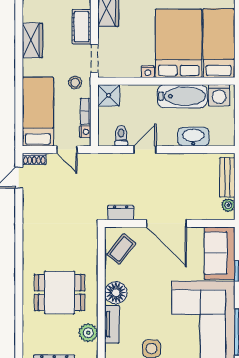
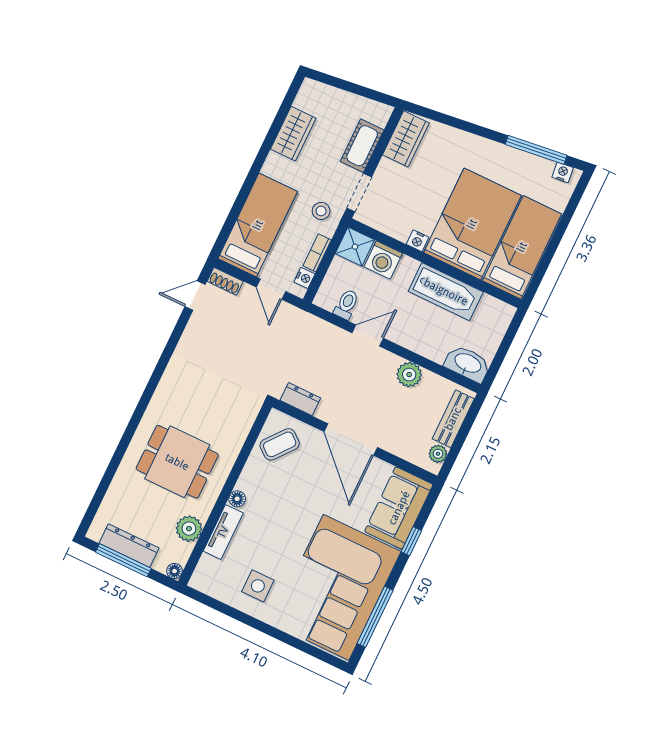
washing machine: (219, 95) -> (383, 260), moved
washbasin: (193, 137) -> (467, 364), moved
plant: (184, 162) -> (409, 375), added
floor lamp: (116, 293) -> (237, 499), width x0.53, depth x0.53

